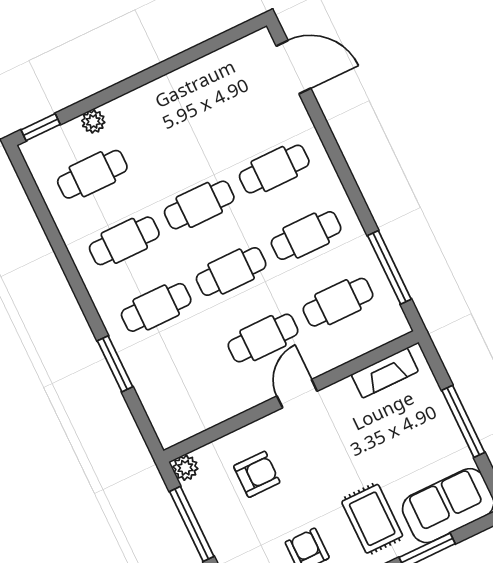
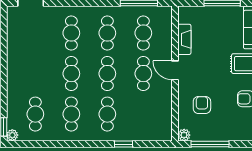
plant: (93, 121) -> (12, 135), moved
window: (115, 364) -> (123, 144), width x0.67
fireplace: (385, 373) -> (184, 39), moved

